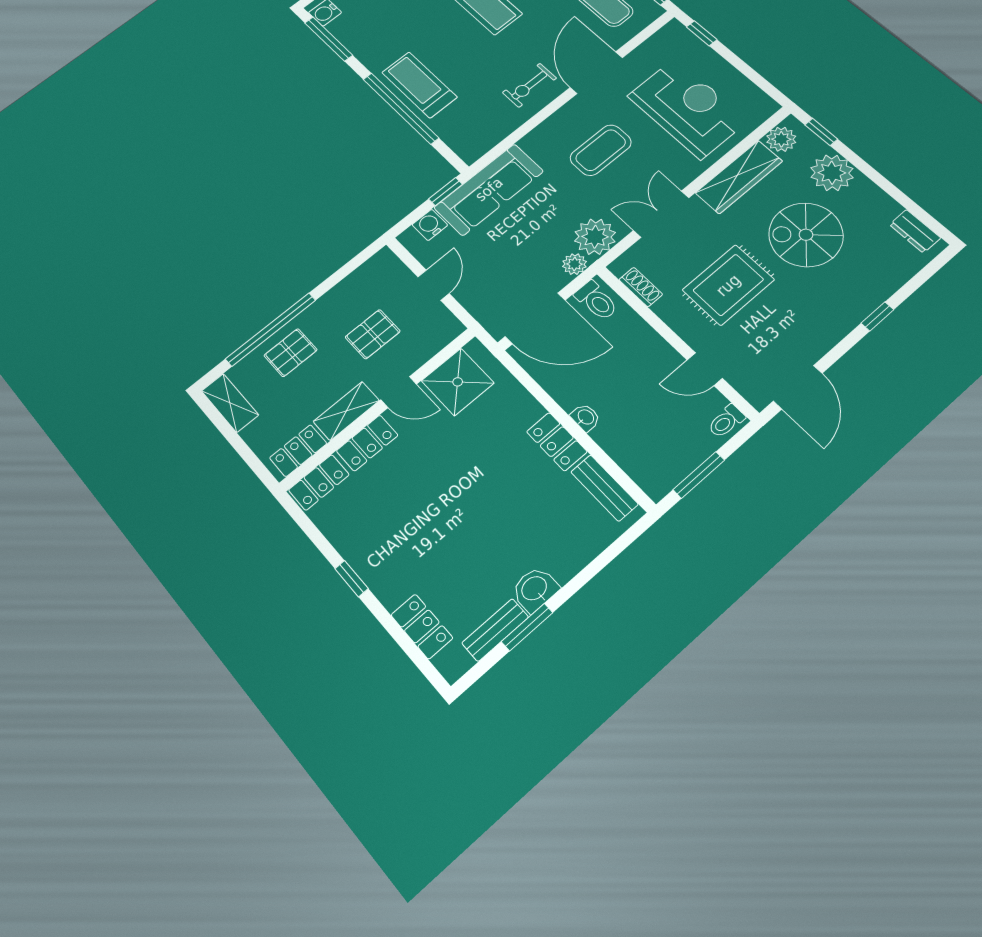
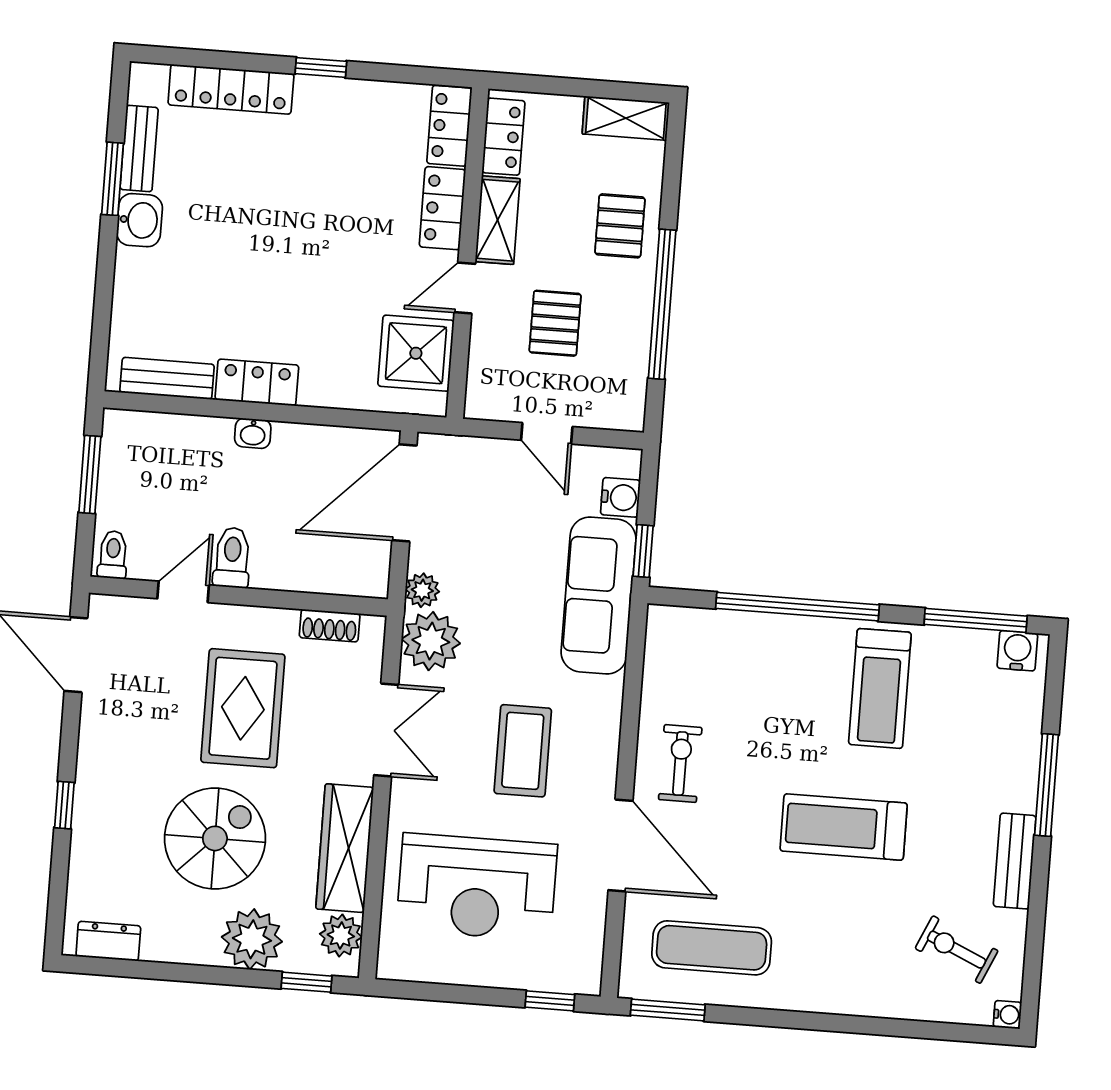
treadmill: (419, 85) -> (880, 688), moved, turned 90
toilet: (596, 301) -> (232, 558), moved, turned 90
window: (271, 330) -> (662, 304), moved
locker: (422, 626) -> (231, 89), width x1.53

